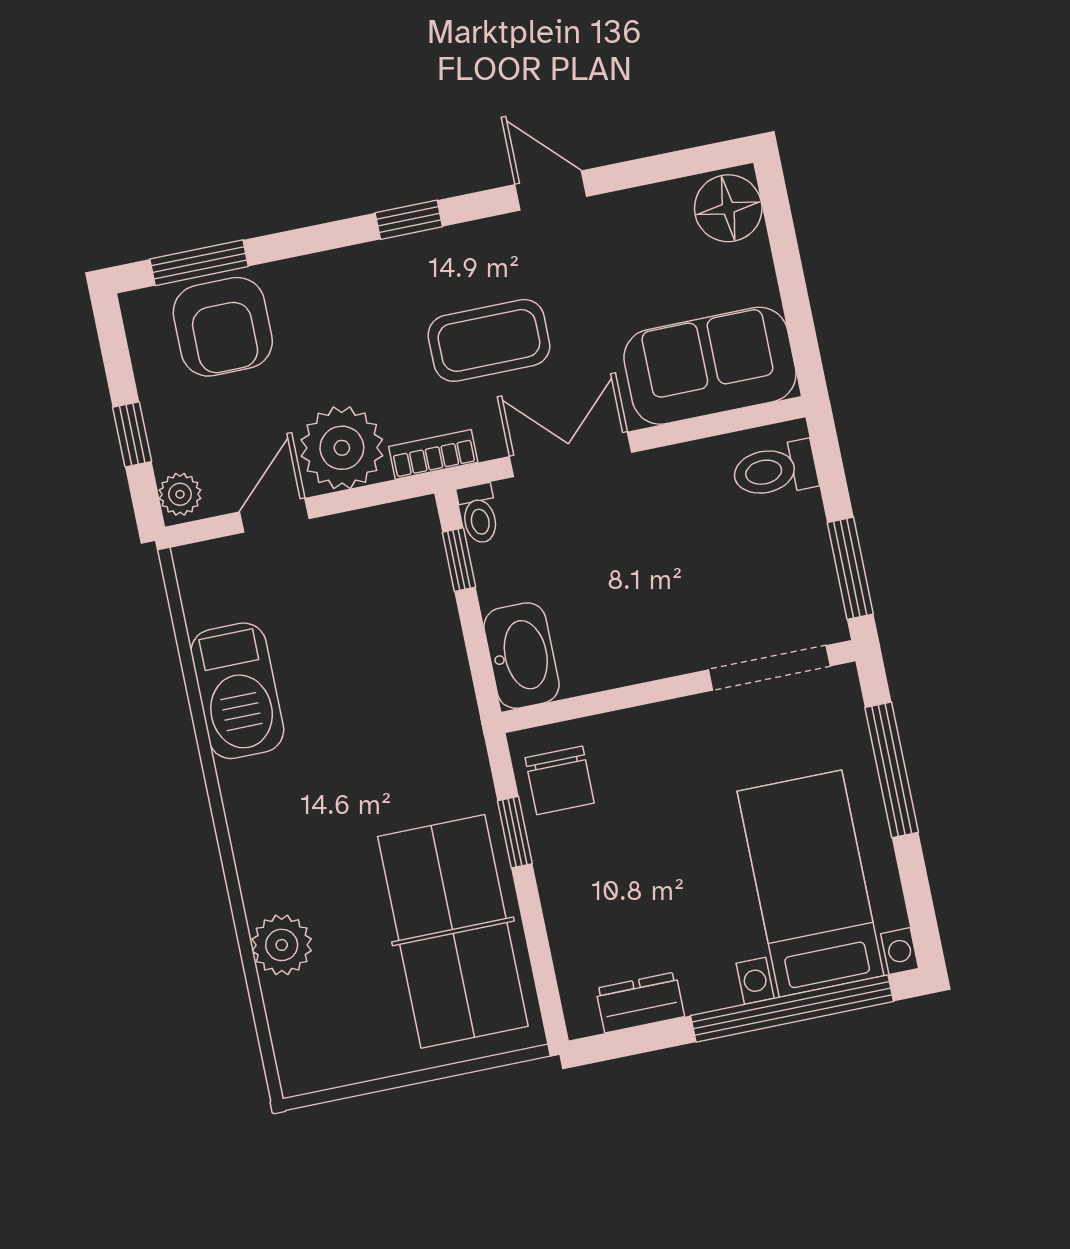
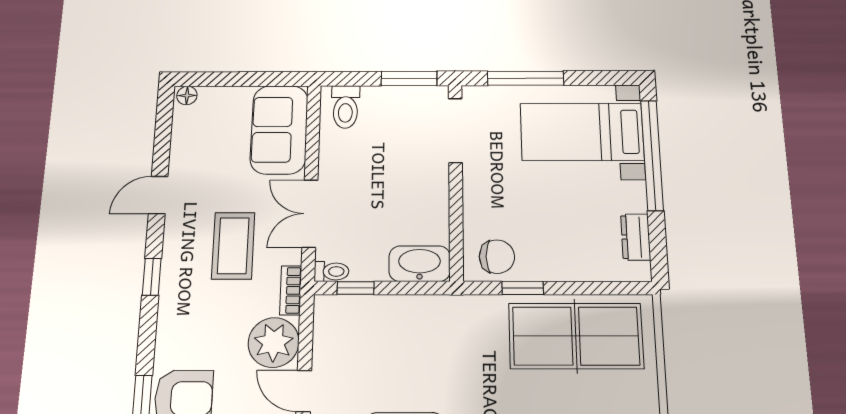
floor lamp: (728, 208) -> (187, 95), width x0.53, depth x0.53

